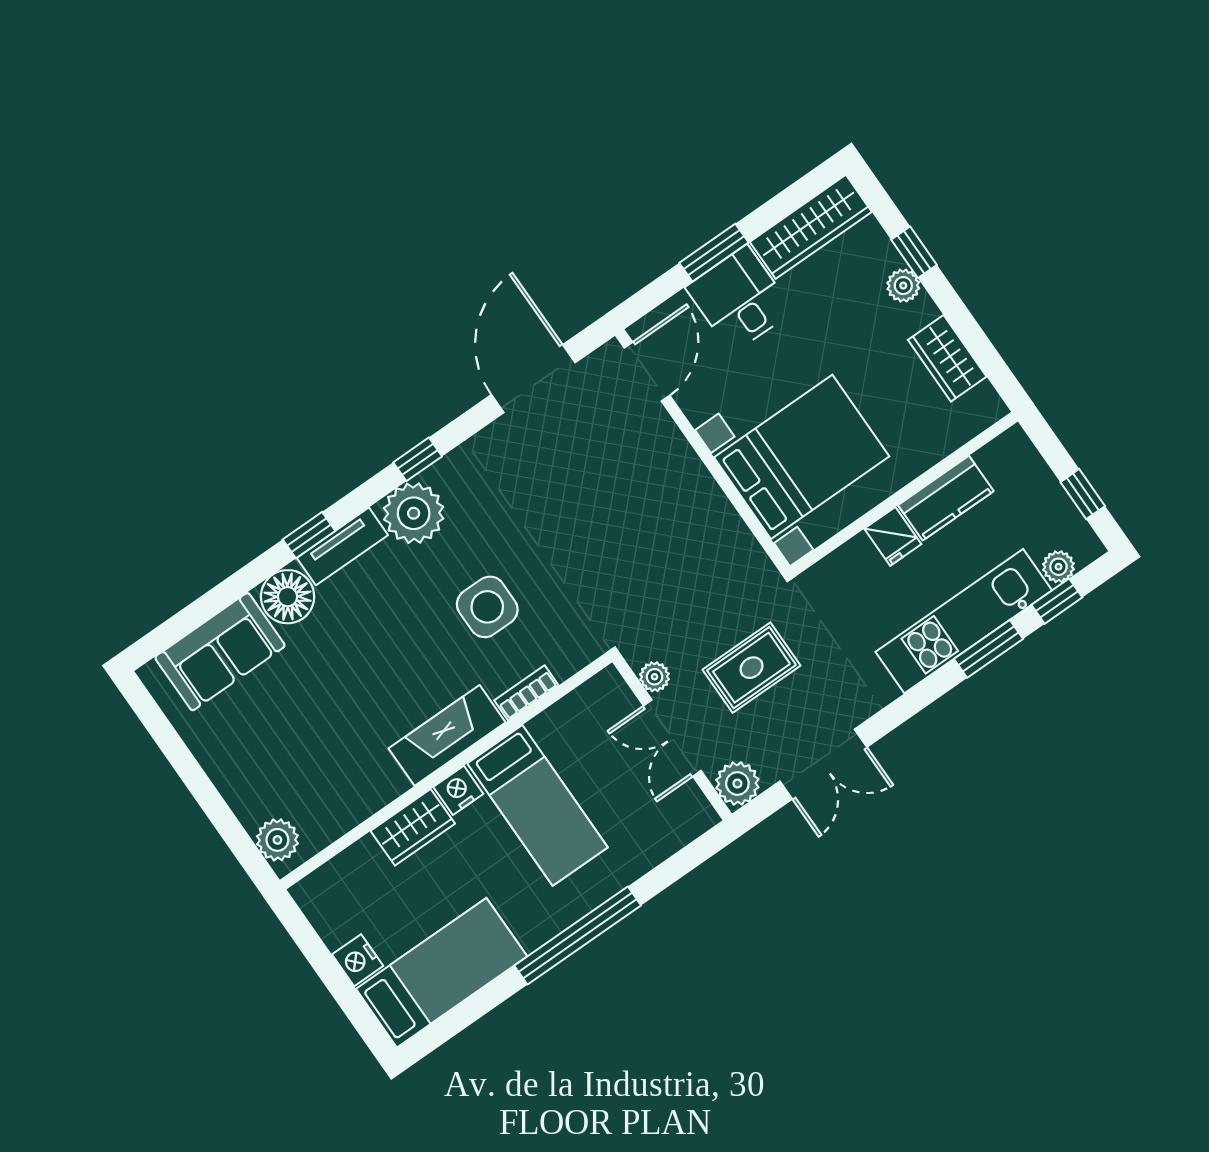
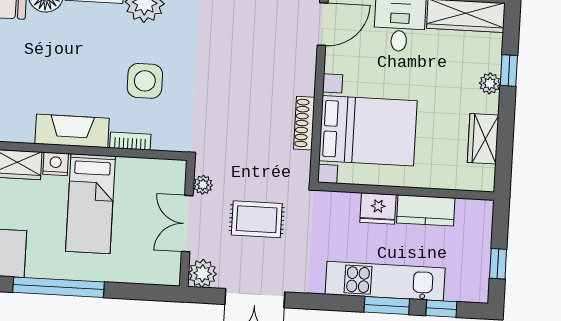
shoe rack: (718, 508) -> (304, 123), added
fridge: (893, 536) -> (378, 208), width x1.38
plant: (1059, 567) -> (456, 291), removed

